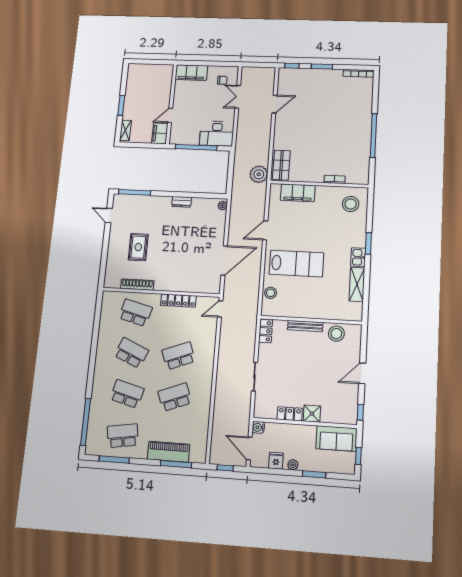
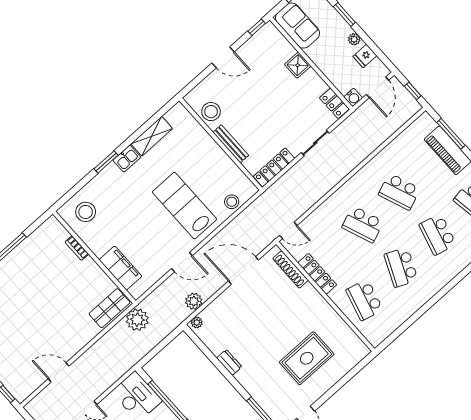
plant: (236, 215) -> (194, 301), added
rug: (138, 247) -> (307, 358), width x1.36, depth x1.43
shoe rack: (137, 285) -> (290, 269), moved
locker: (266, 331) -> (274, 168), width x1.53
locker: (290, 414) -> (334, 103), moved

